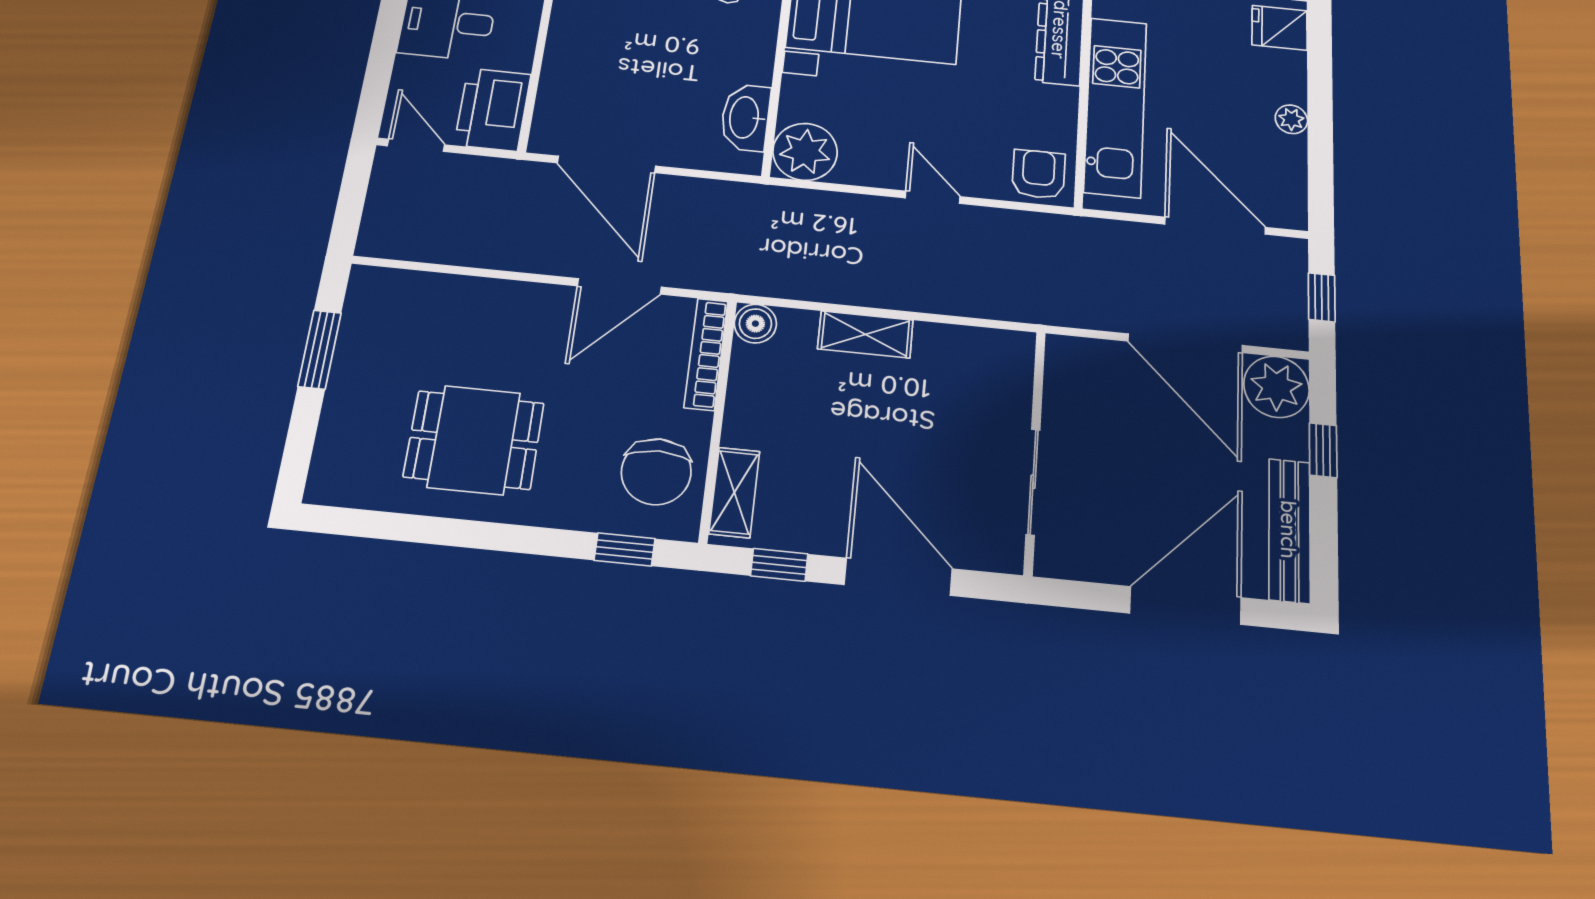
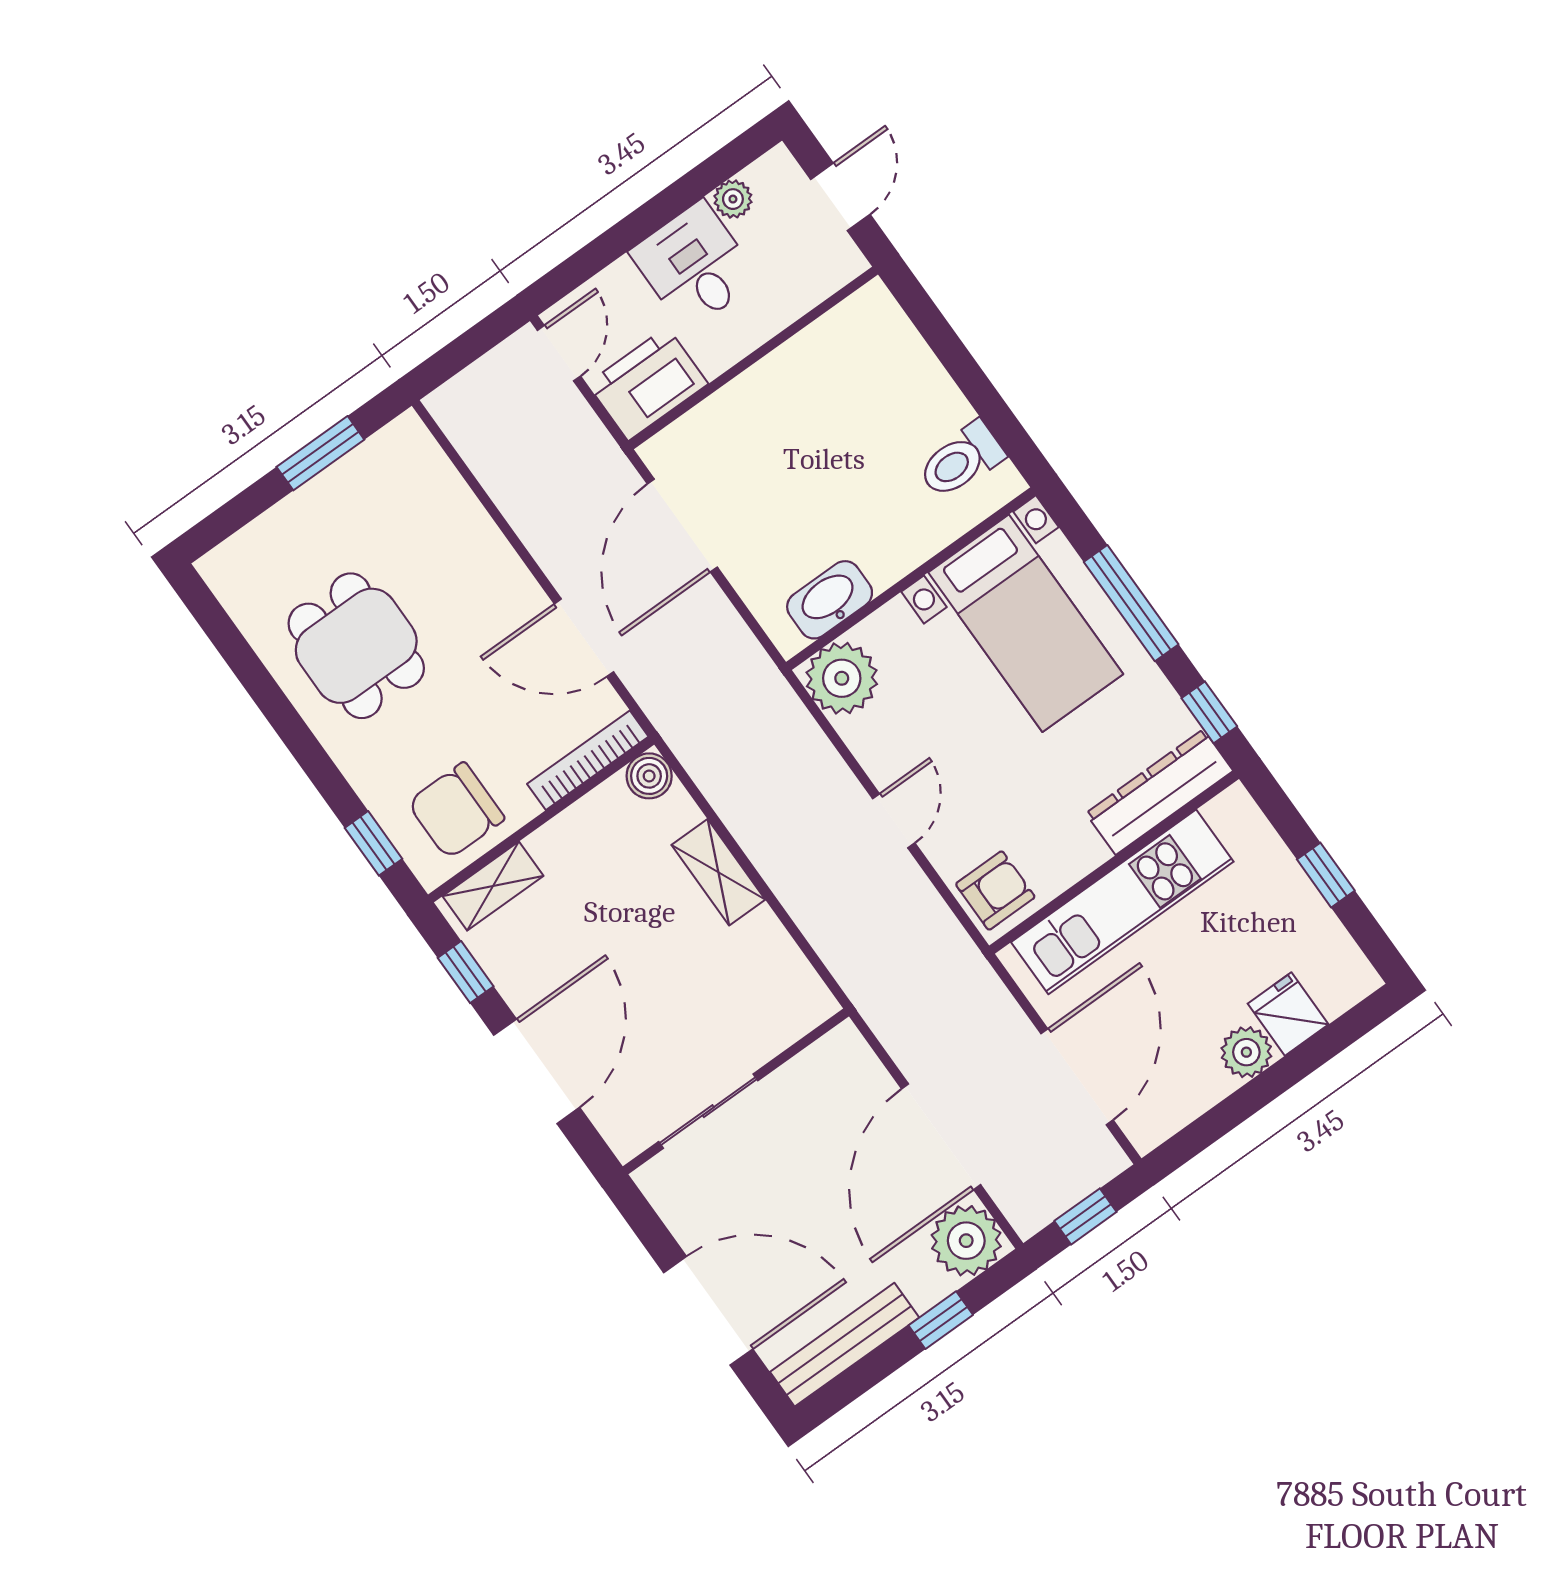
fridge: (1280, 28) -> (1288, 1014), moved
plant: (1291, 119) -> (1246, 1052), width x1.38, depth x1.38

